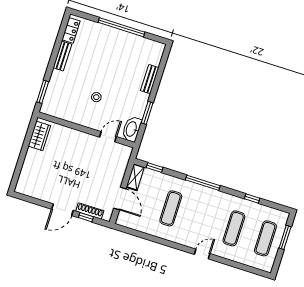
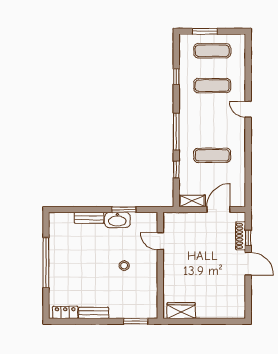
washbasin: (132, 129) -> (117, 220), moved
window: (155, 167) -> (176, 169), moved

